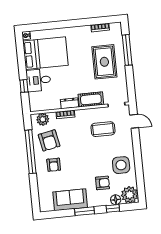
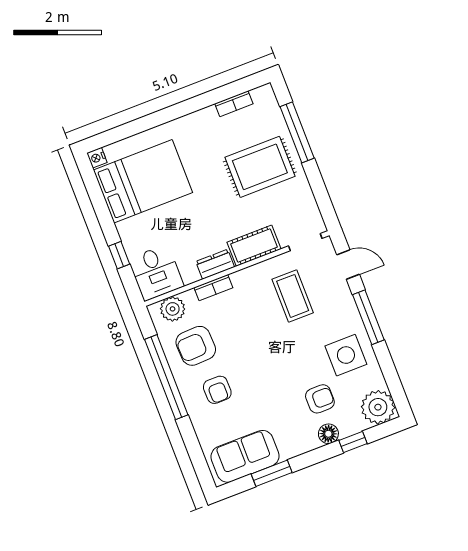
rug: (104, 62) -> (260, 167), turned 90
desk: (38, 80) -> (156, 272), moved, turned -90
coffee table: (103, 129) -> (293, 296), turned 90
armchair: (49, 140) -> (196, 346), turned 99
window: (137, 150) -> (368, 317), added
sofa: (70, 200) -> (245, 456), moved
floor lamp: (116, 200) -> (328, 434), moved
window: (85, 211) -> (272, 473), moved

